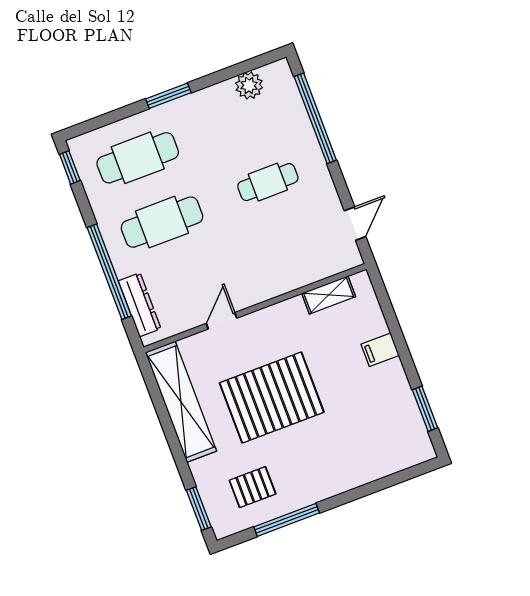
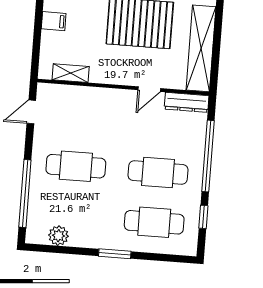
window: (70, 167) -> (203, 217), moved
cafe table: (268, 182) -> (76, 166), width x1.37, depth x1.35
dresser: (140, 305) -> (187, 102), moved, turned -90

